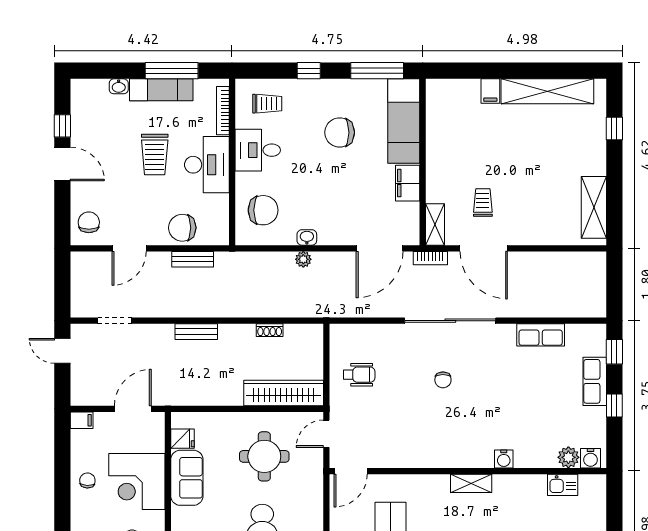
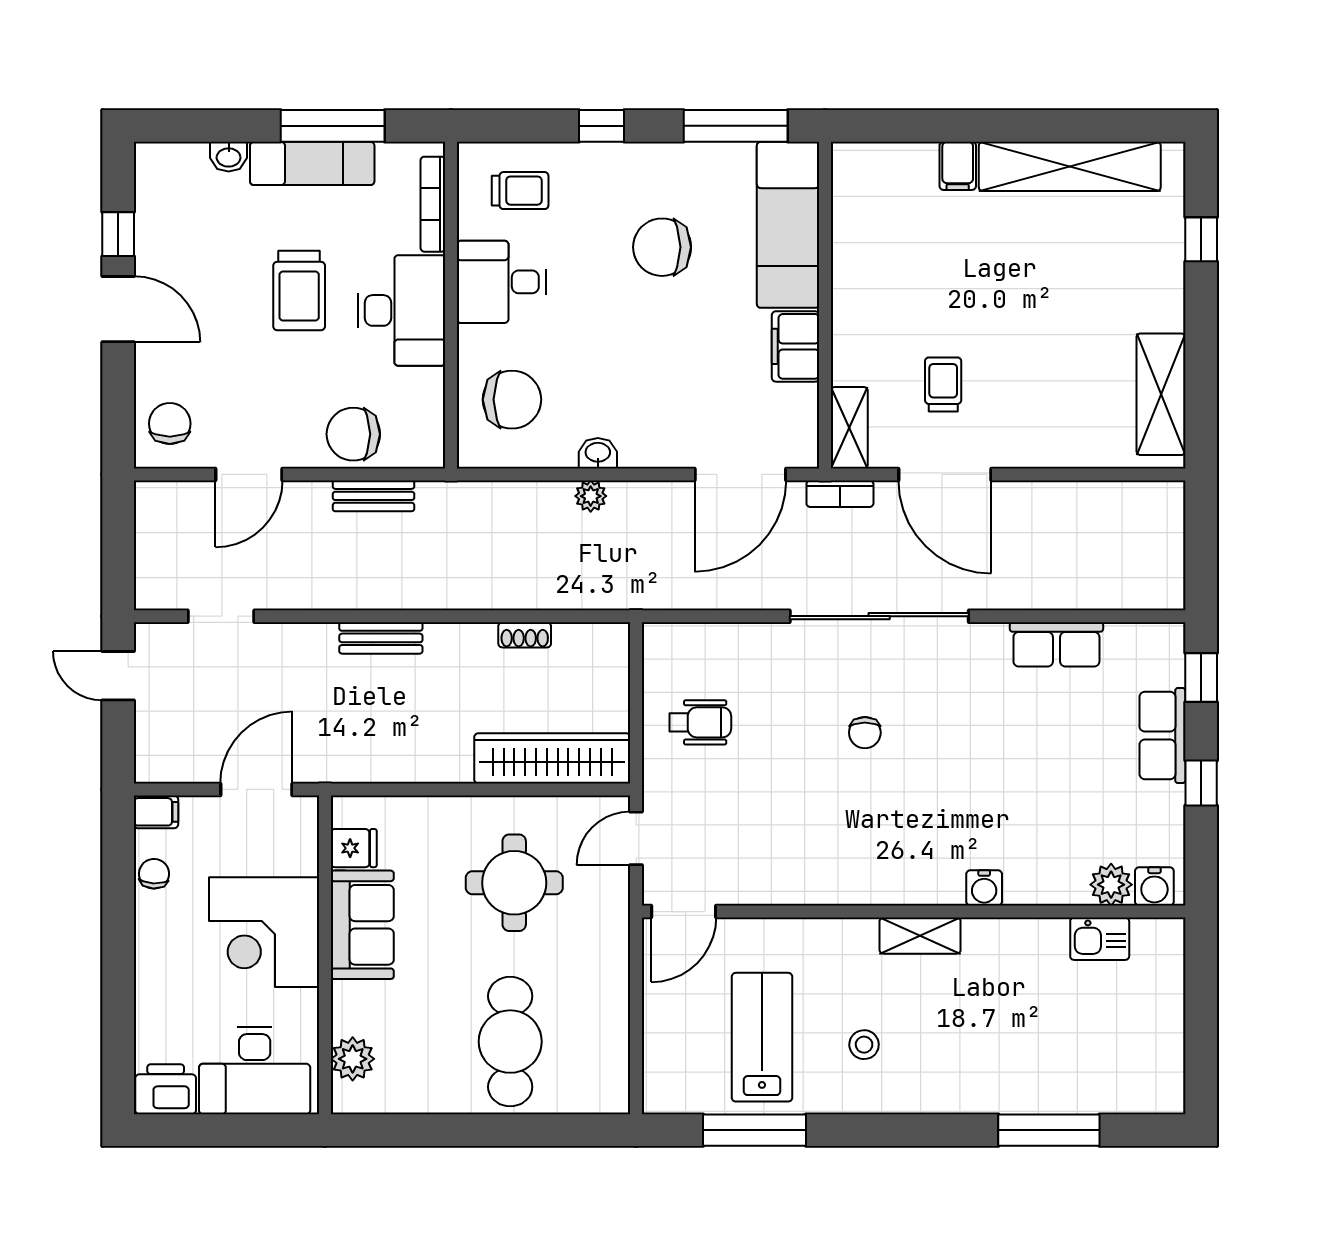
chair: (87, 480) -> (154, 874), moved

